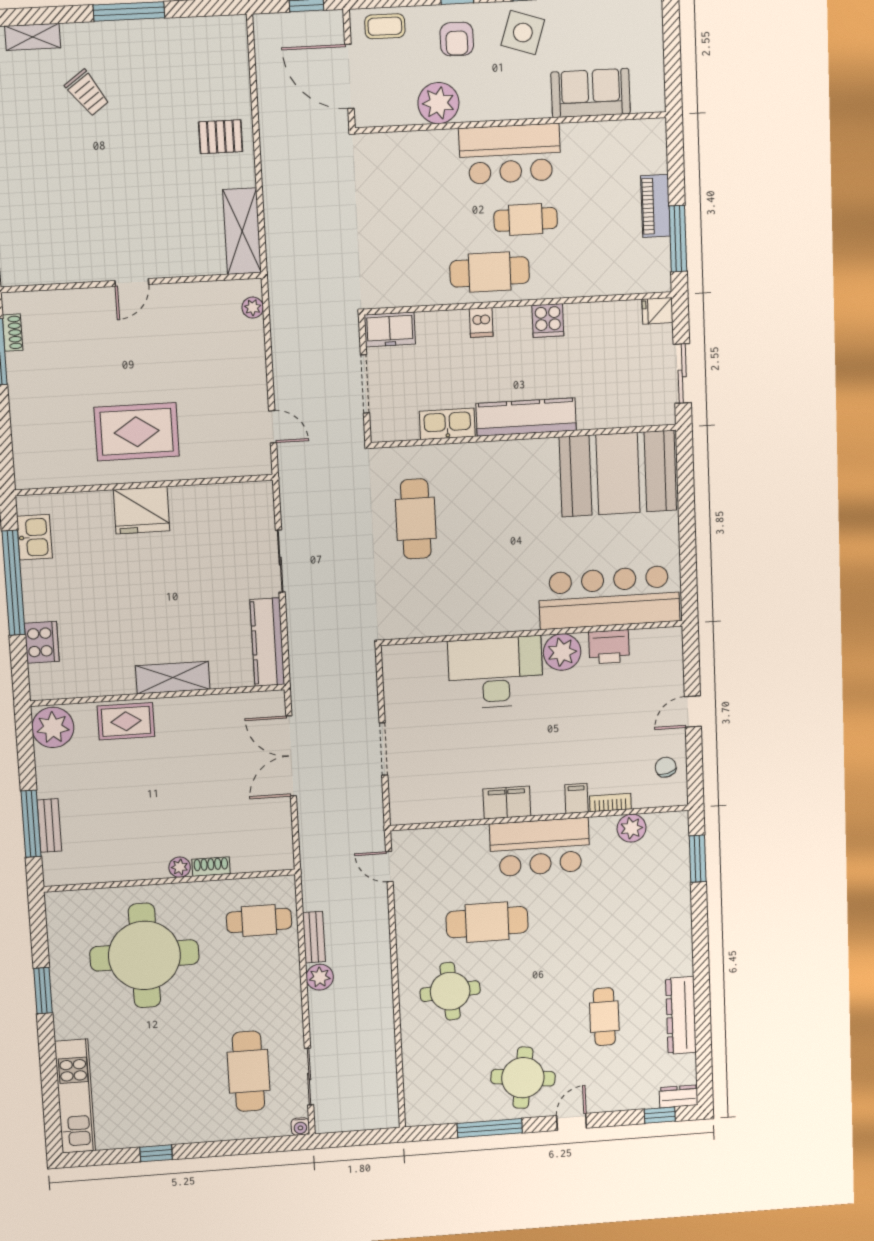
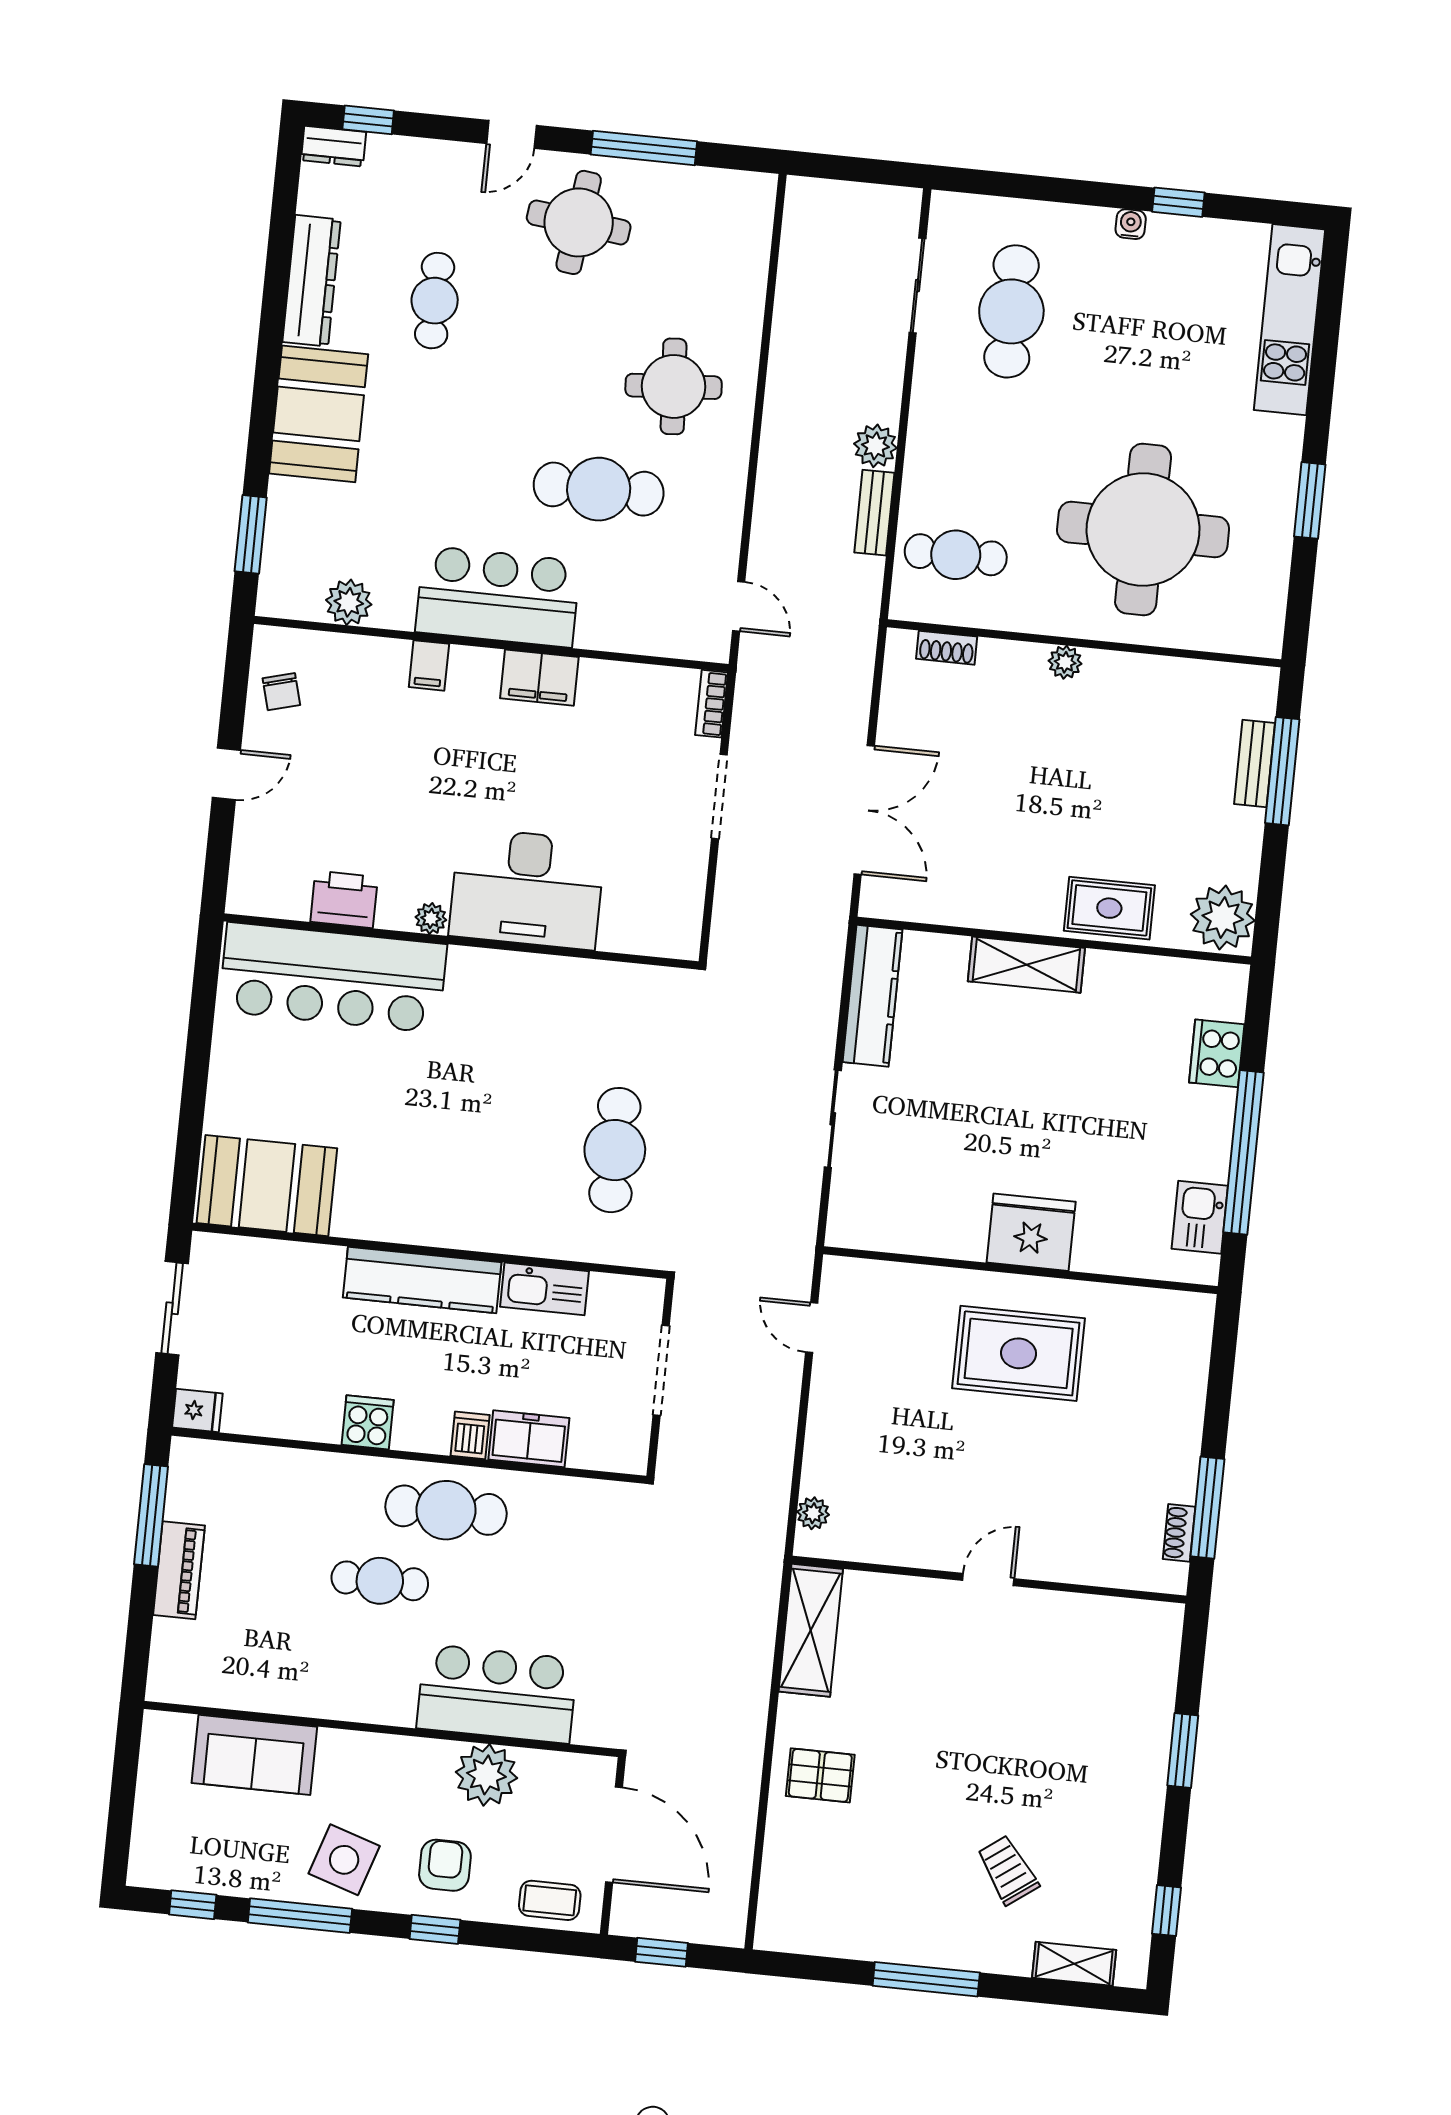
bar counter: (510, 154) -> (497, 1694), moved
freezer: (390, 329) -> (529, 1439), moved
booth: (618, 474) -> (267, 1186), width x0.73, depth x0.70
plant: (562, 652) -> (431, 918), width x0.53, depth x0.53
bookcase: (610, 803) -> (712, 704), moved, turned 90
shoe rack: (211, 867) -> (947, 648), moved
booth: (666, 938) -> (319, 414), added
water cooler: (300, 1127) -> (1131, 224), moved

